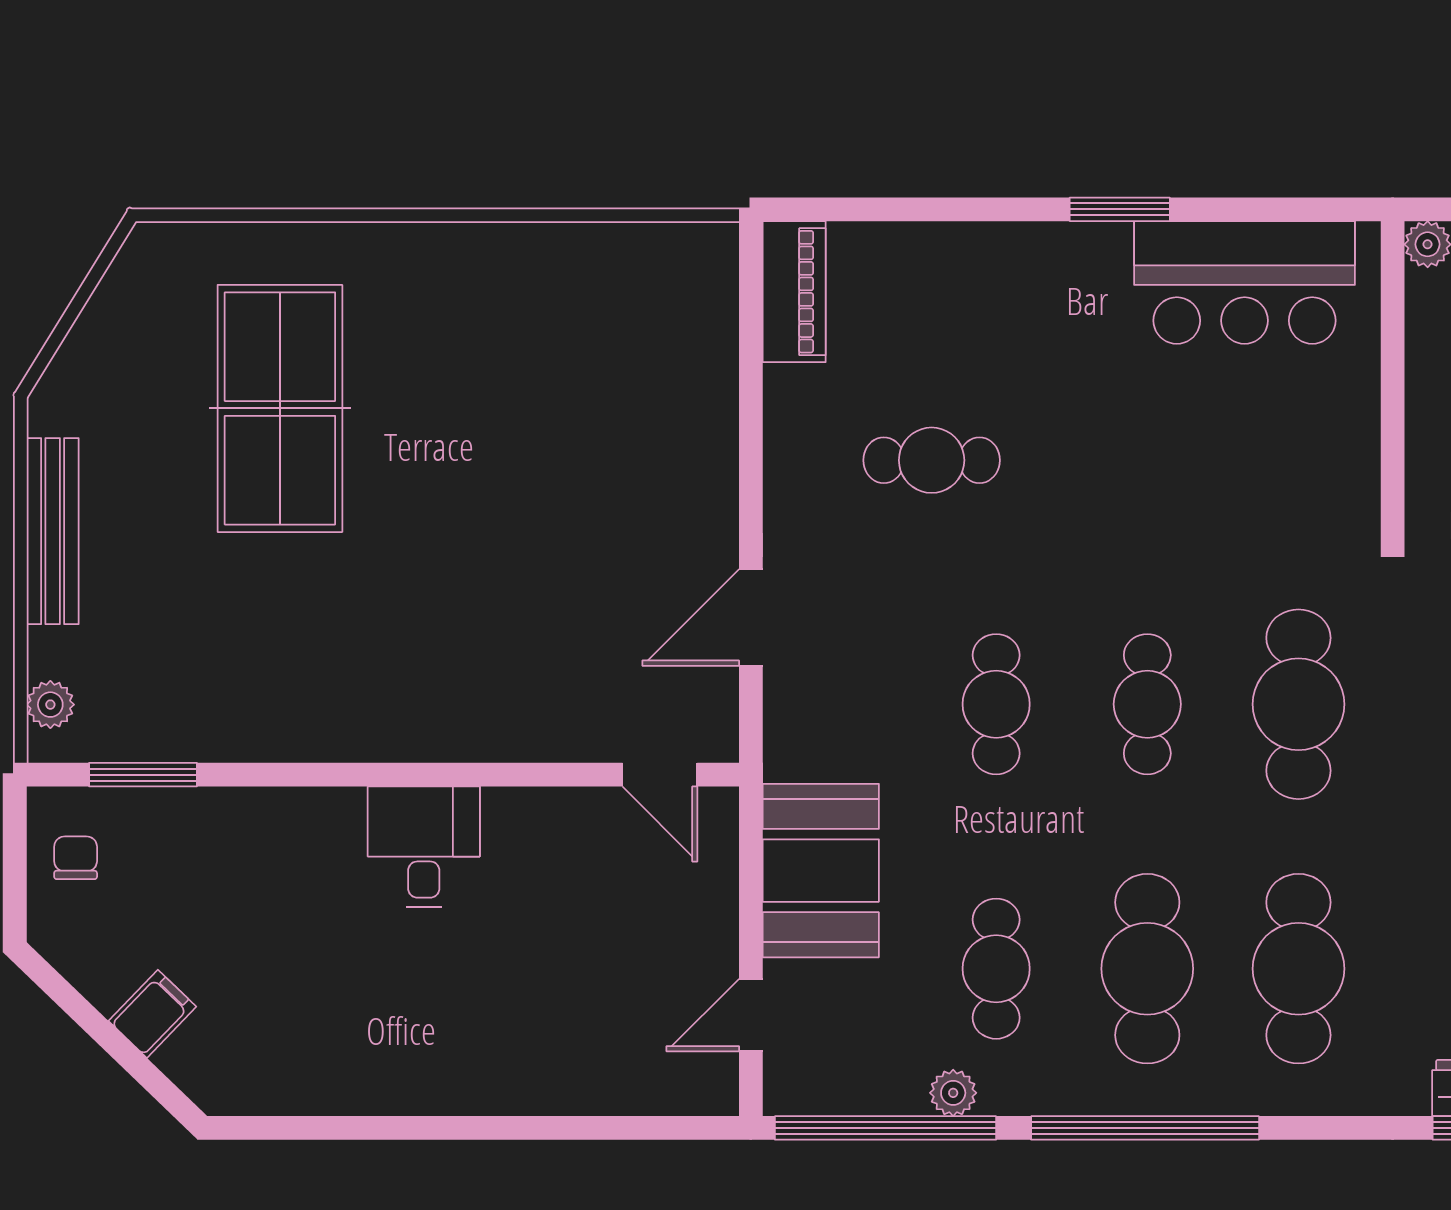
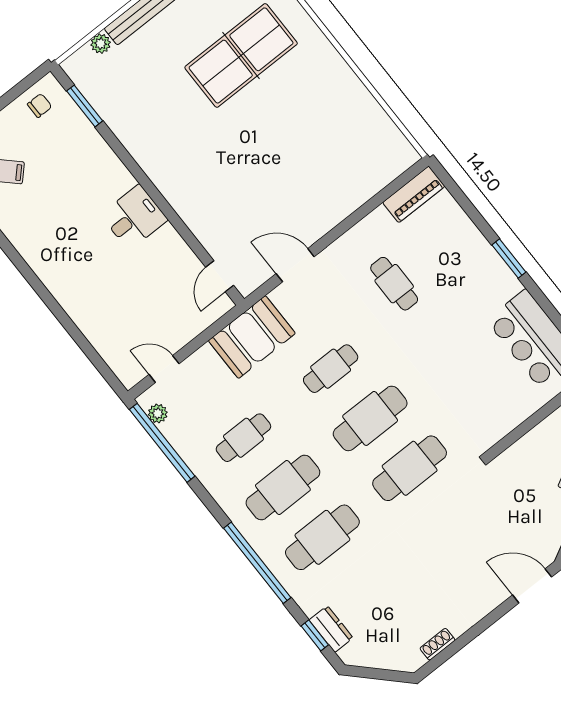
window: (1120, 209) -> (509, 259), moved
cafe table: (1147, 704) -> (370, 418), width x1.37, depth x1.35
plant: (50, 705) -> (101, 44), moved
booth: (821, 871) -> (252, 337), moved
plant: (953, 1093) -> (158, 414), moved
window: (1145, 1128) -> (257, 563), moved

